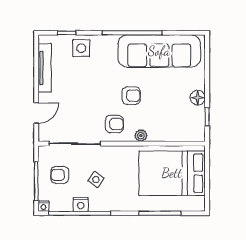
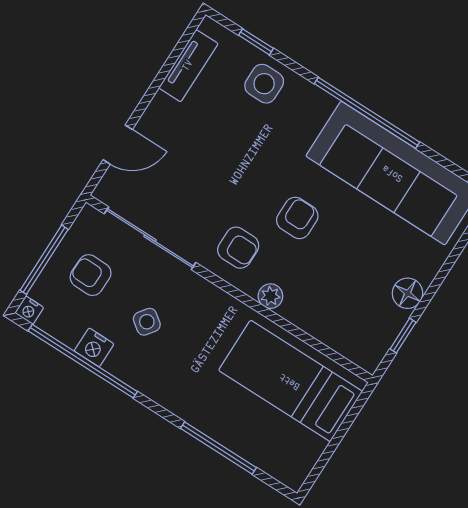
tv unit: (45, 68) -> (188, 66), width x0.71
armchair: (131, 96) -> (297, 218), turned -90
bed: (172, 173) -> (290, 381), width x0.67

